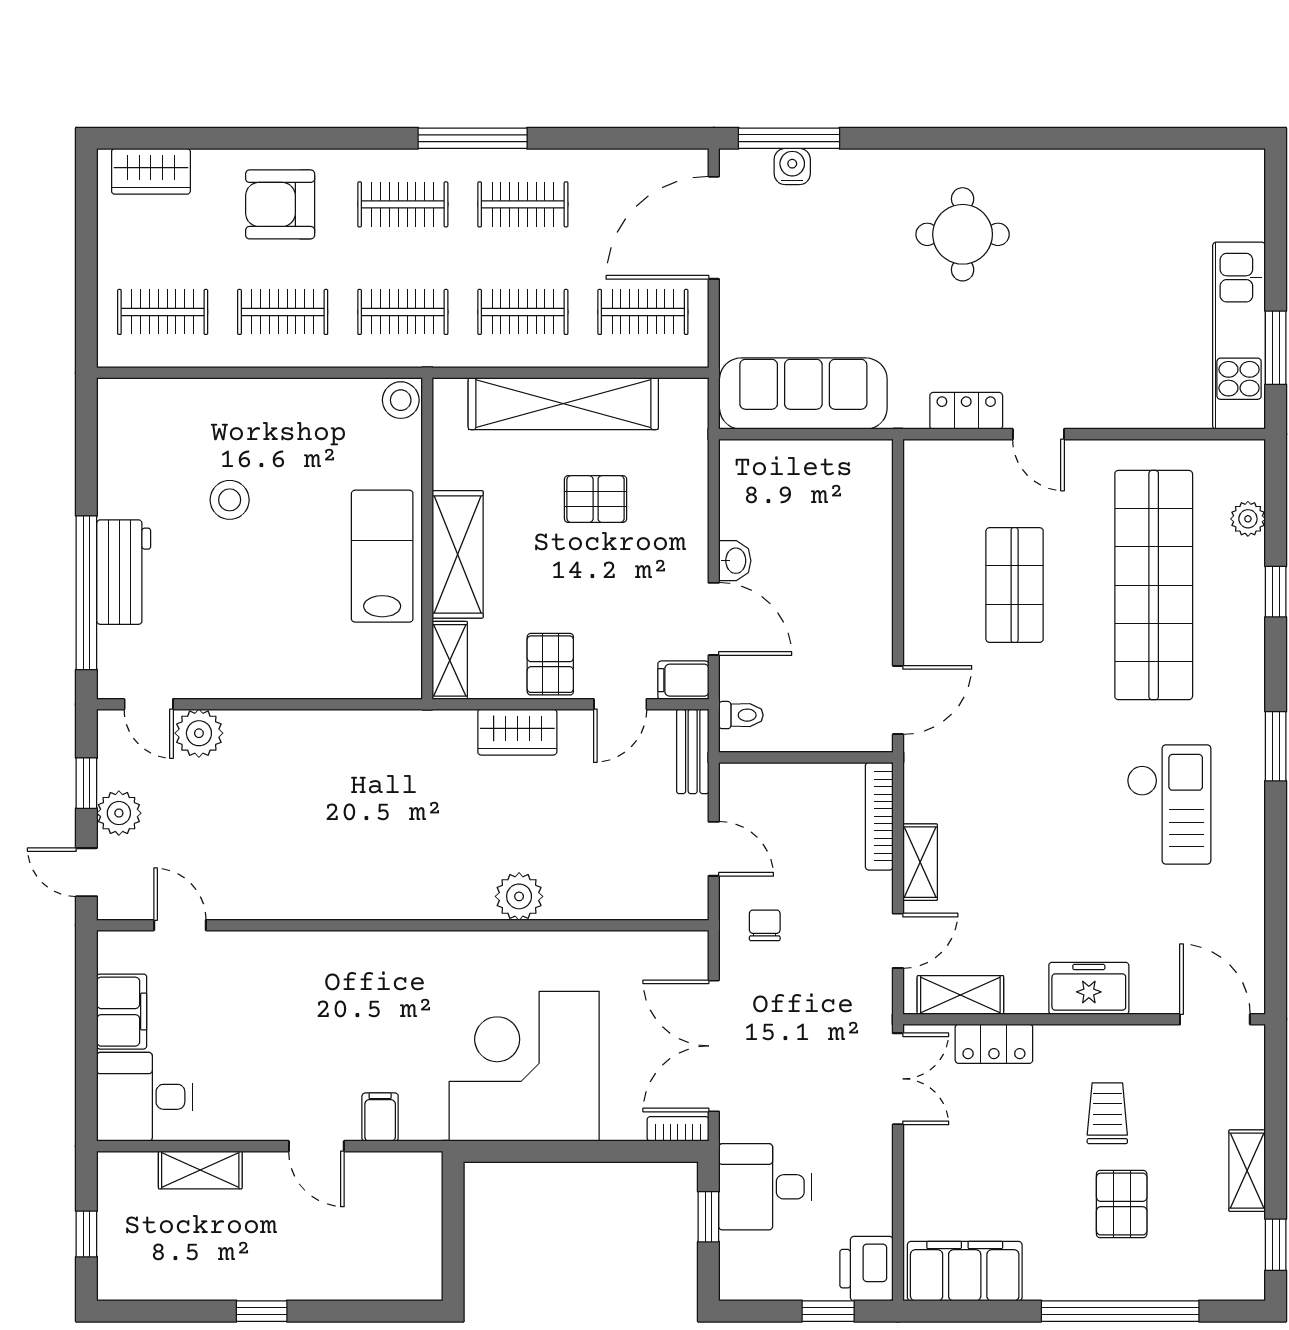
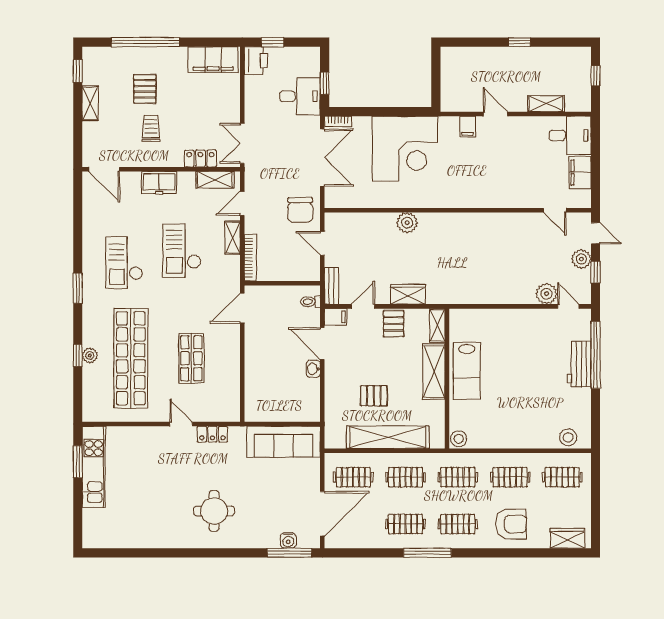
stool: (230, 500) -> (568, 437), moved
plant: (1248, 519) -> (90, 355), moved
checkout: (1036, 832) -> (182, 251), added
chair: (765, 925) -> (300, 210), width x1.87, depth x1.87
trolley: (1107, 1113) -> (151, 128), turned 180

